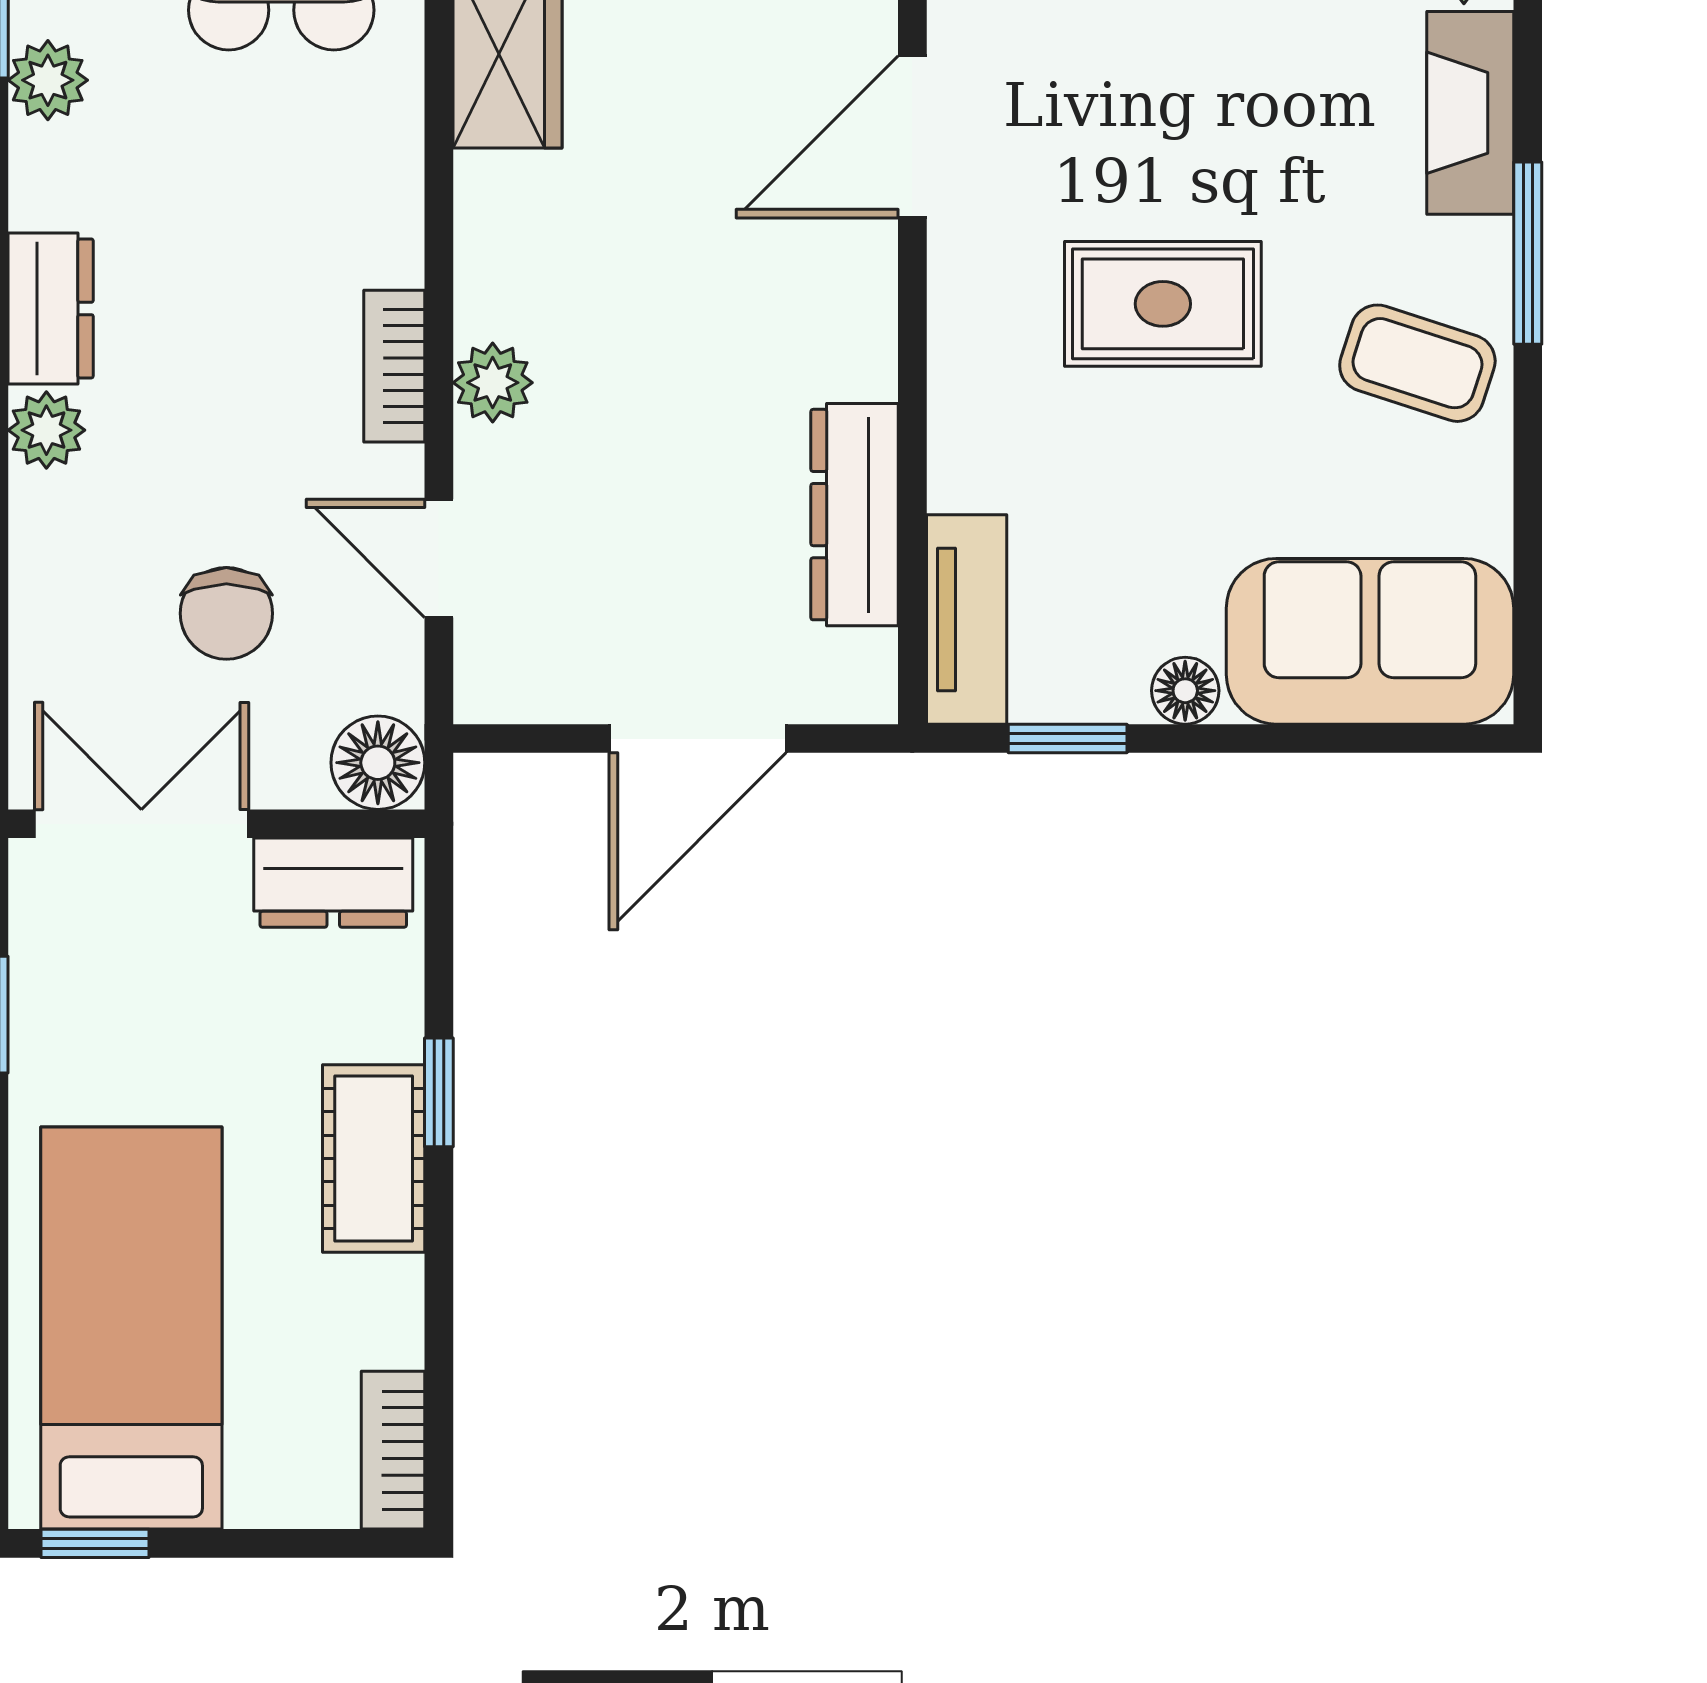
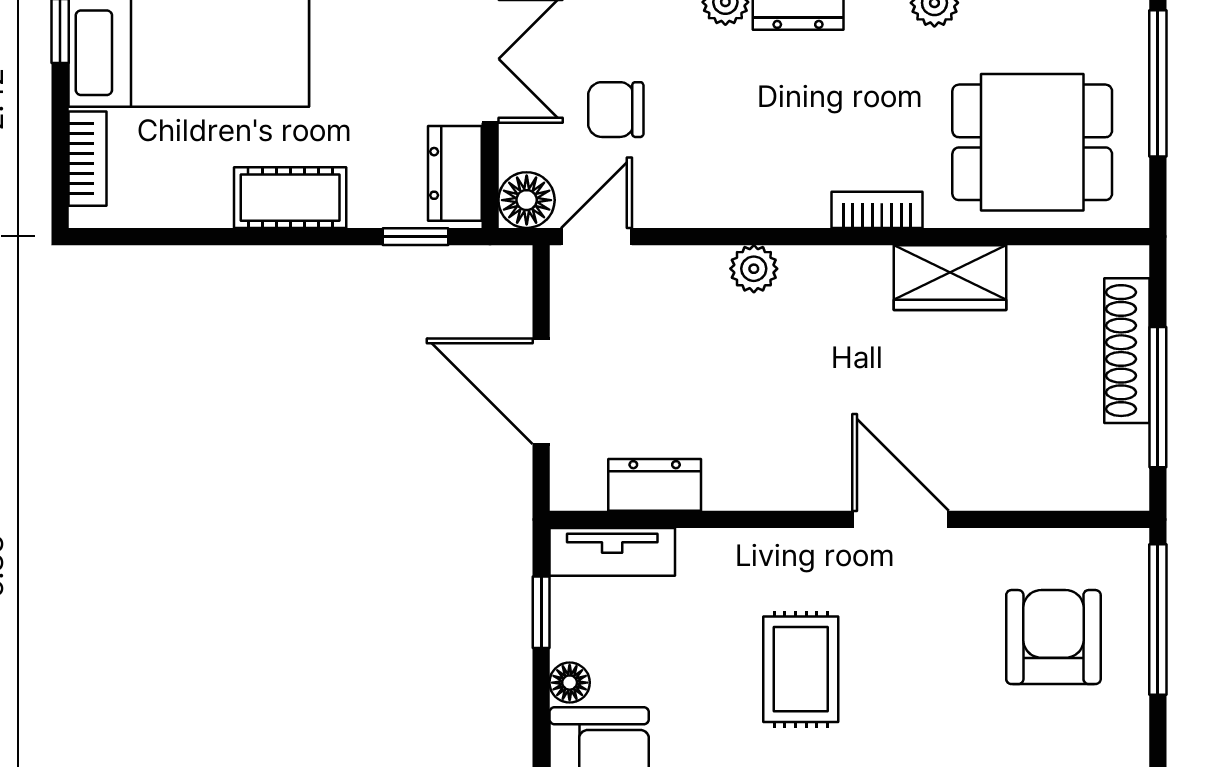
bookcase: (394, 366) -> (877, 210), moved
dresser: (855, 515) -> (655, 485), width x0.70
door: (439, 558) -> (597, 237), moved
window: (439, 1092) -> (415, 237), moved
bookcase: (393, 1450) -> (87, 159), moved, turned 90

